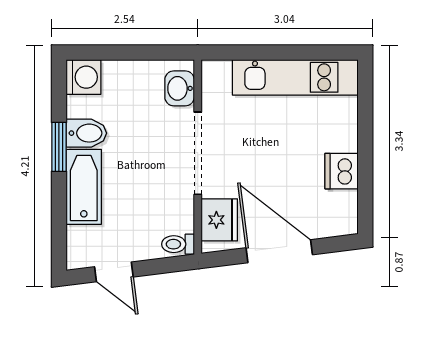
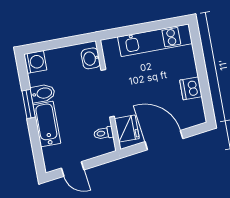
toilet: (178, 244) -> (103, 133), moved

